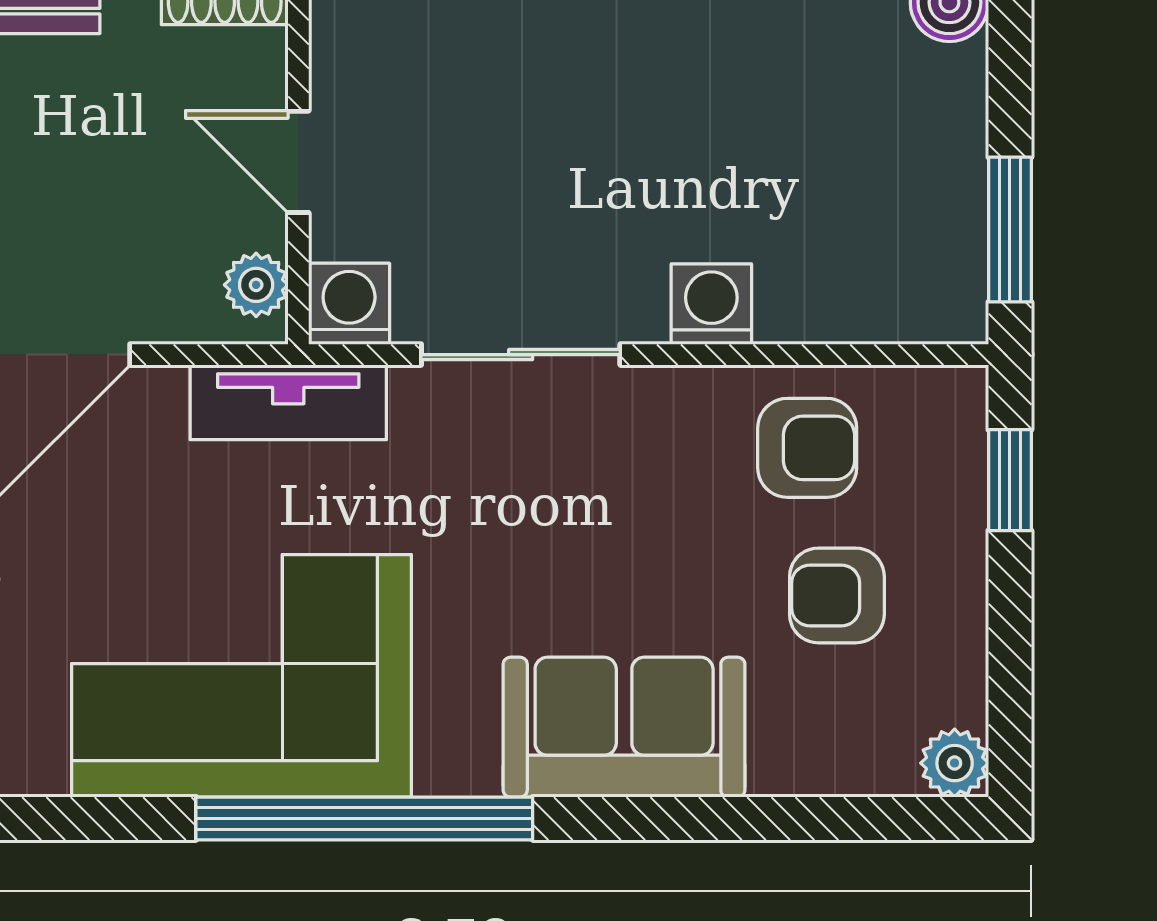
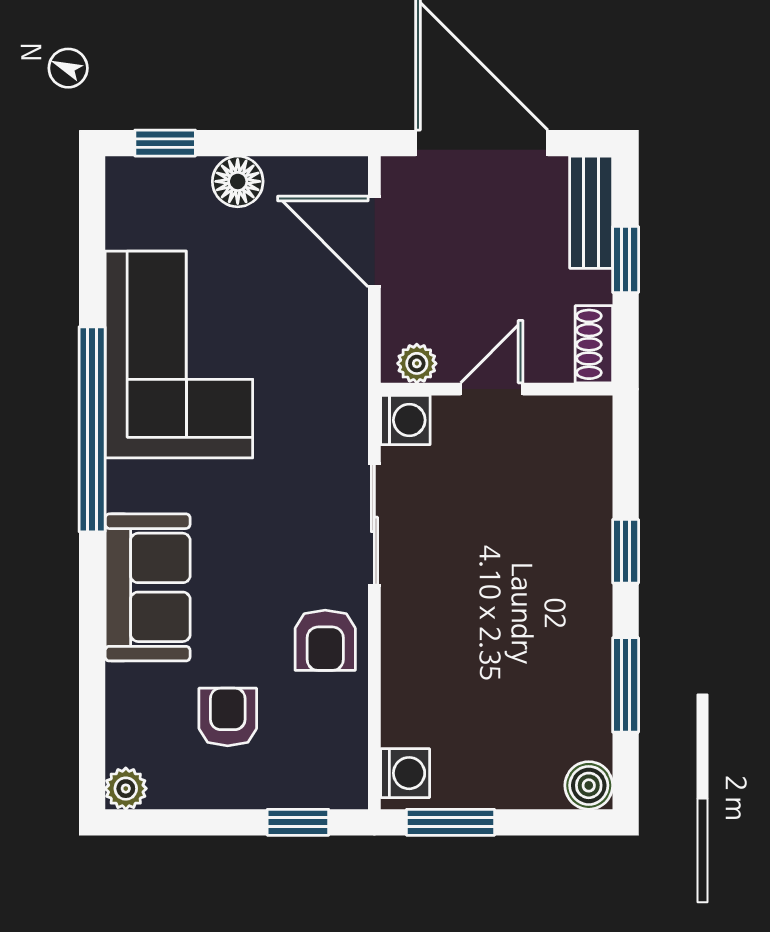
washing machine: (711, 304) -> (405, 773), moved
tv unit: (288, 402) -> (345, 383), removed
armchair: (807, 448) -> (325, 640), moved

